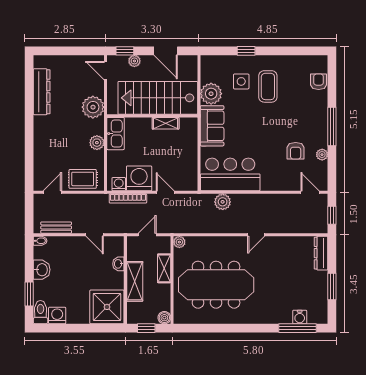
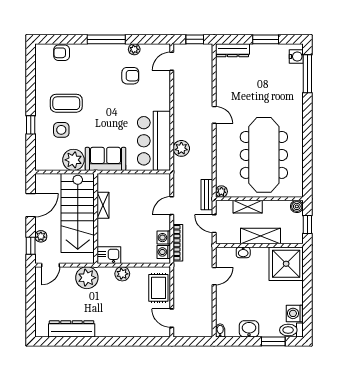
kitchen sink: (116, 134) -> (109, 255), width x0.73
washing machine: (139, 178) -> (164, 238), width x0.53, depth x0.53
bench: (56, 228) -> (207, 195), moved
water cooler: (300, 317) -> (296, 56), moved

